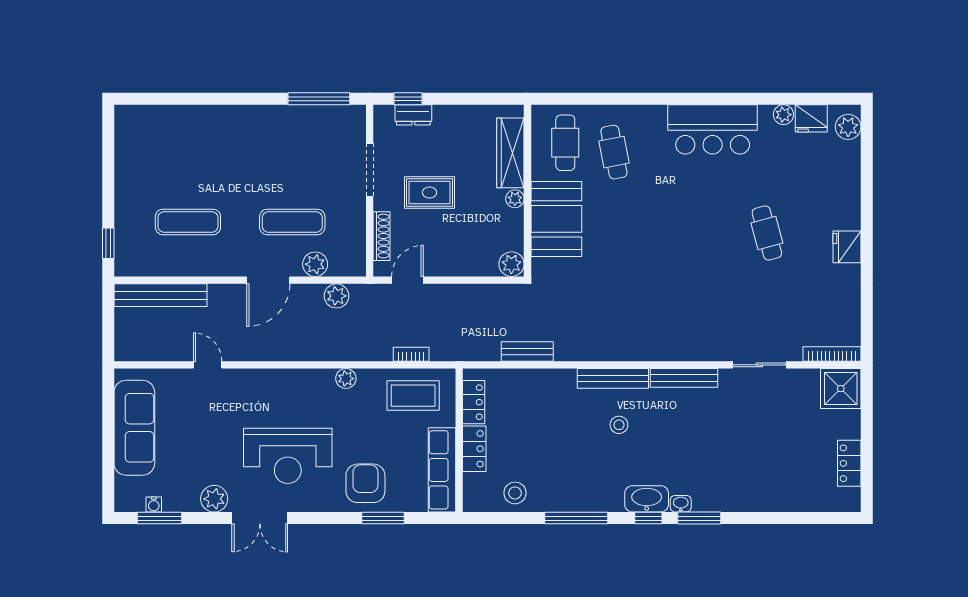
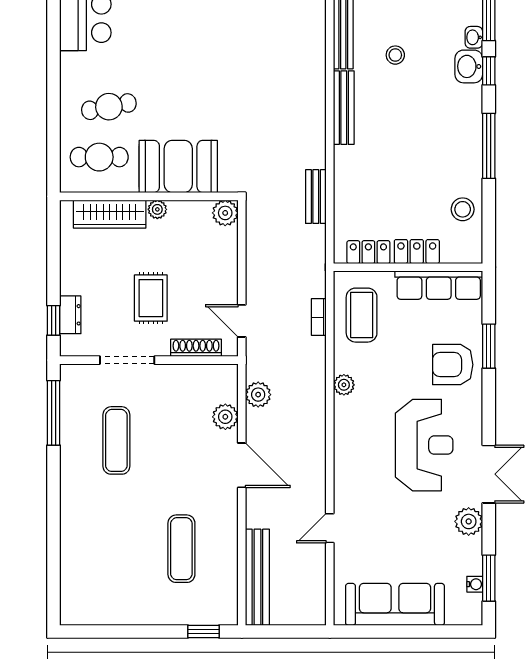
exercise mat: (292, 222) -> (116, 440), moved
stool: (619, 425) -> (395, 55), moved
washbasin: (647, 499) -> (469, 66), width x0.72

